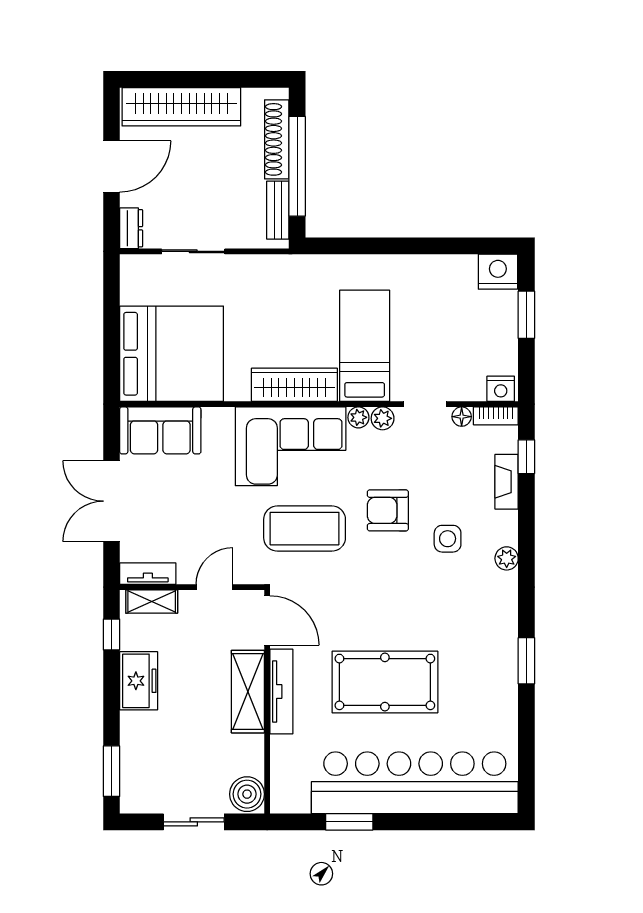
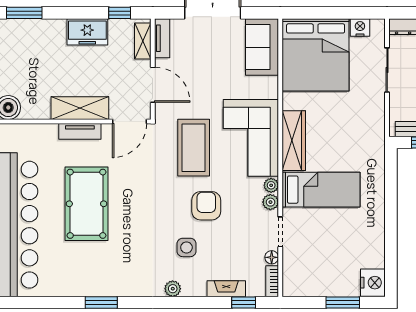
nightstand: (501, 389) -> (360, 27), moved, turned 90
door: (214, 587) -> (153, 85), width x1.38
tv unit: (281, 692) -> (80, 131), width x0.71

